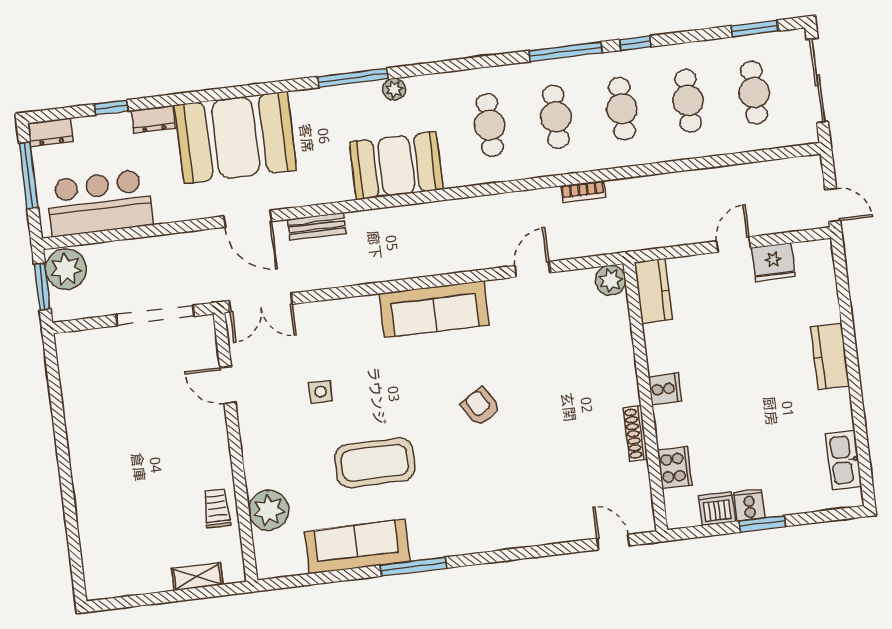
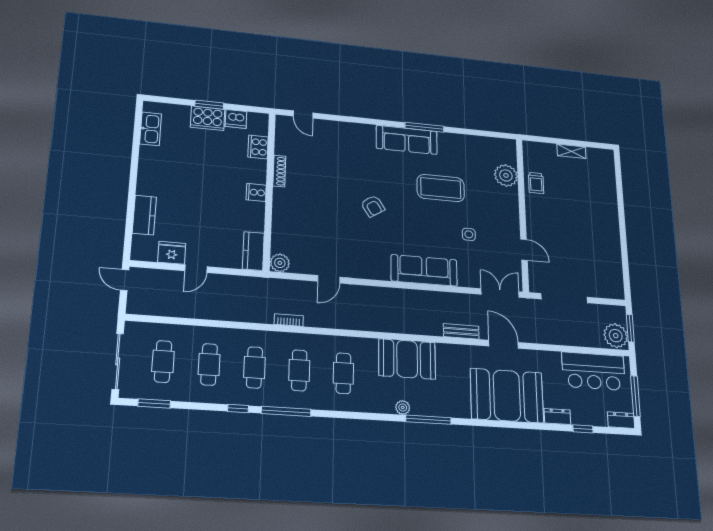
sofa: (434, 309) -> (424, 270), moved
kitchen counter: (830, 356) -> (144, 215), moved
cooker: (749, 505) -> (208, 118), width x1.87, depth x1.31
sofa: (357, 547) -> (407, 140), moved
shelving: (197, 577) -> (571, 151), moved

